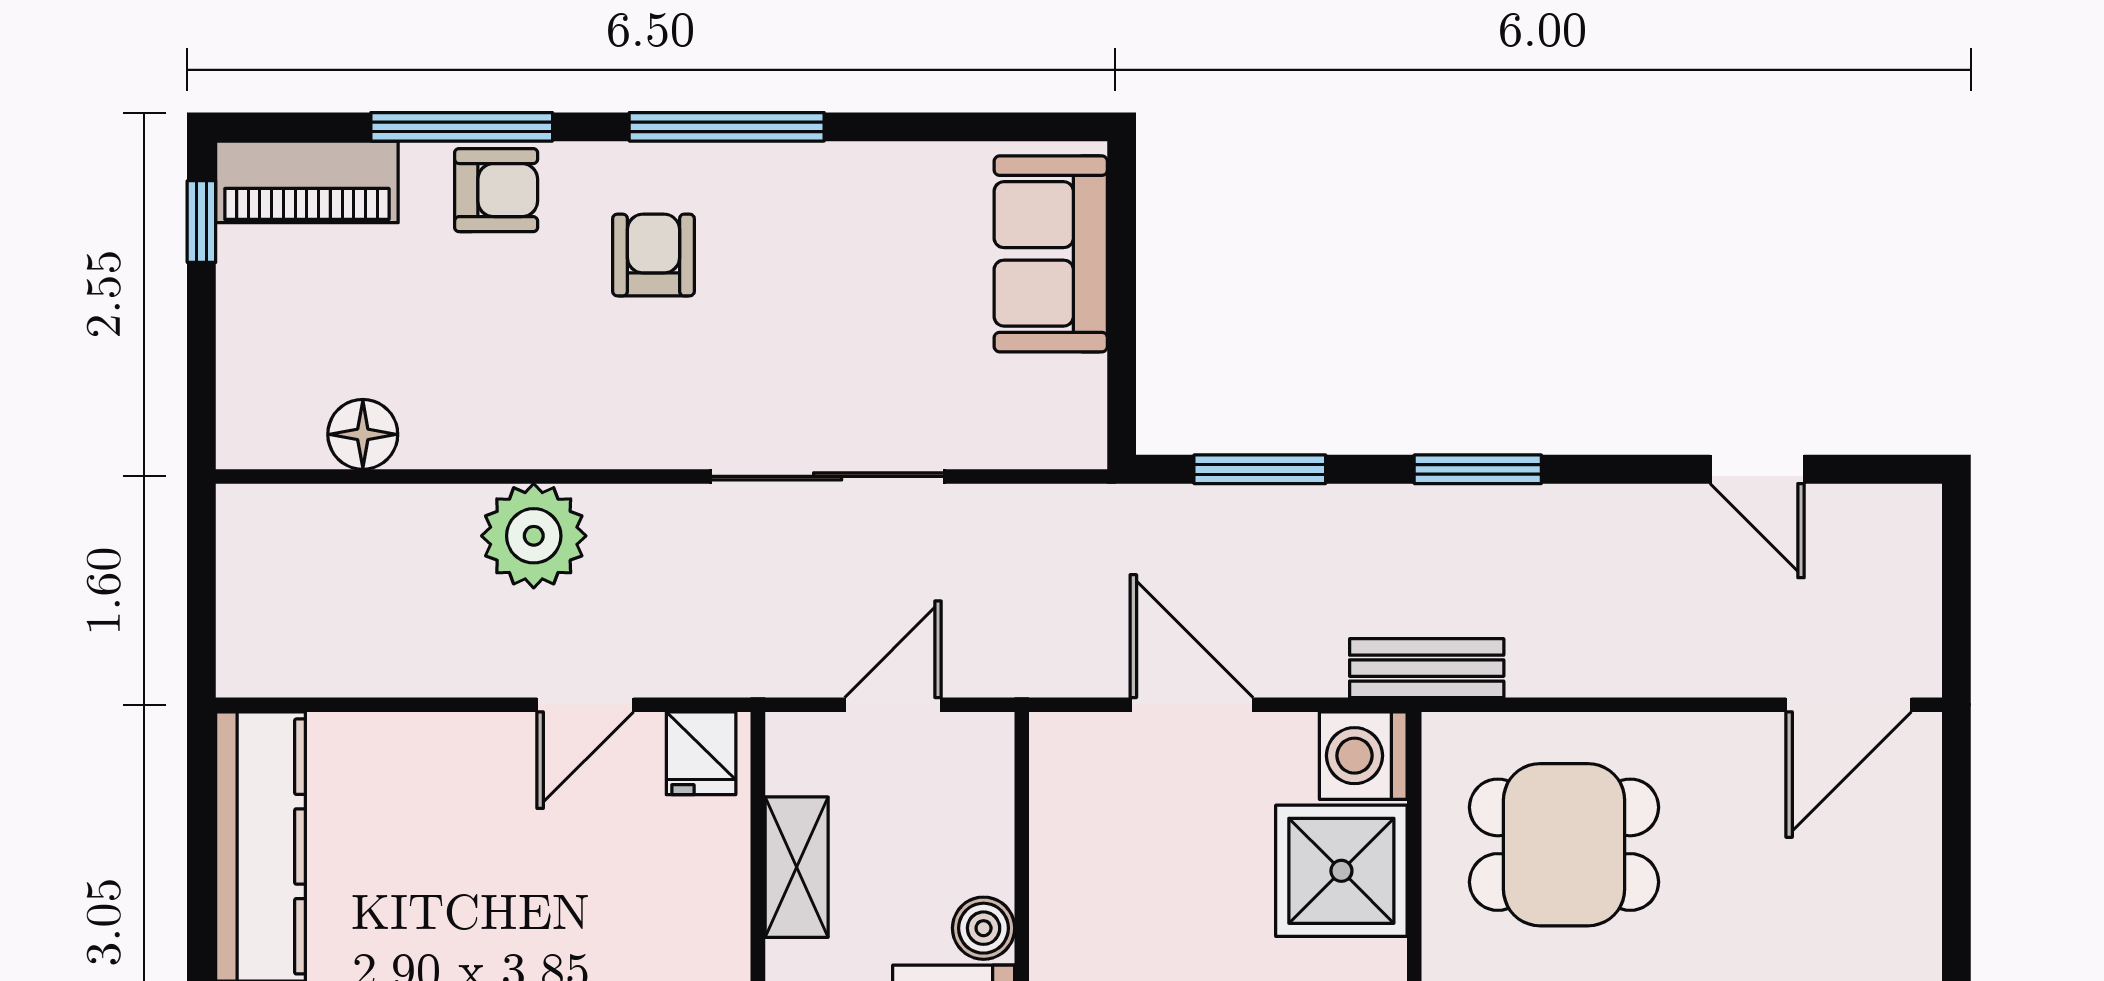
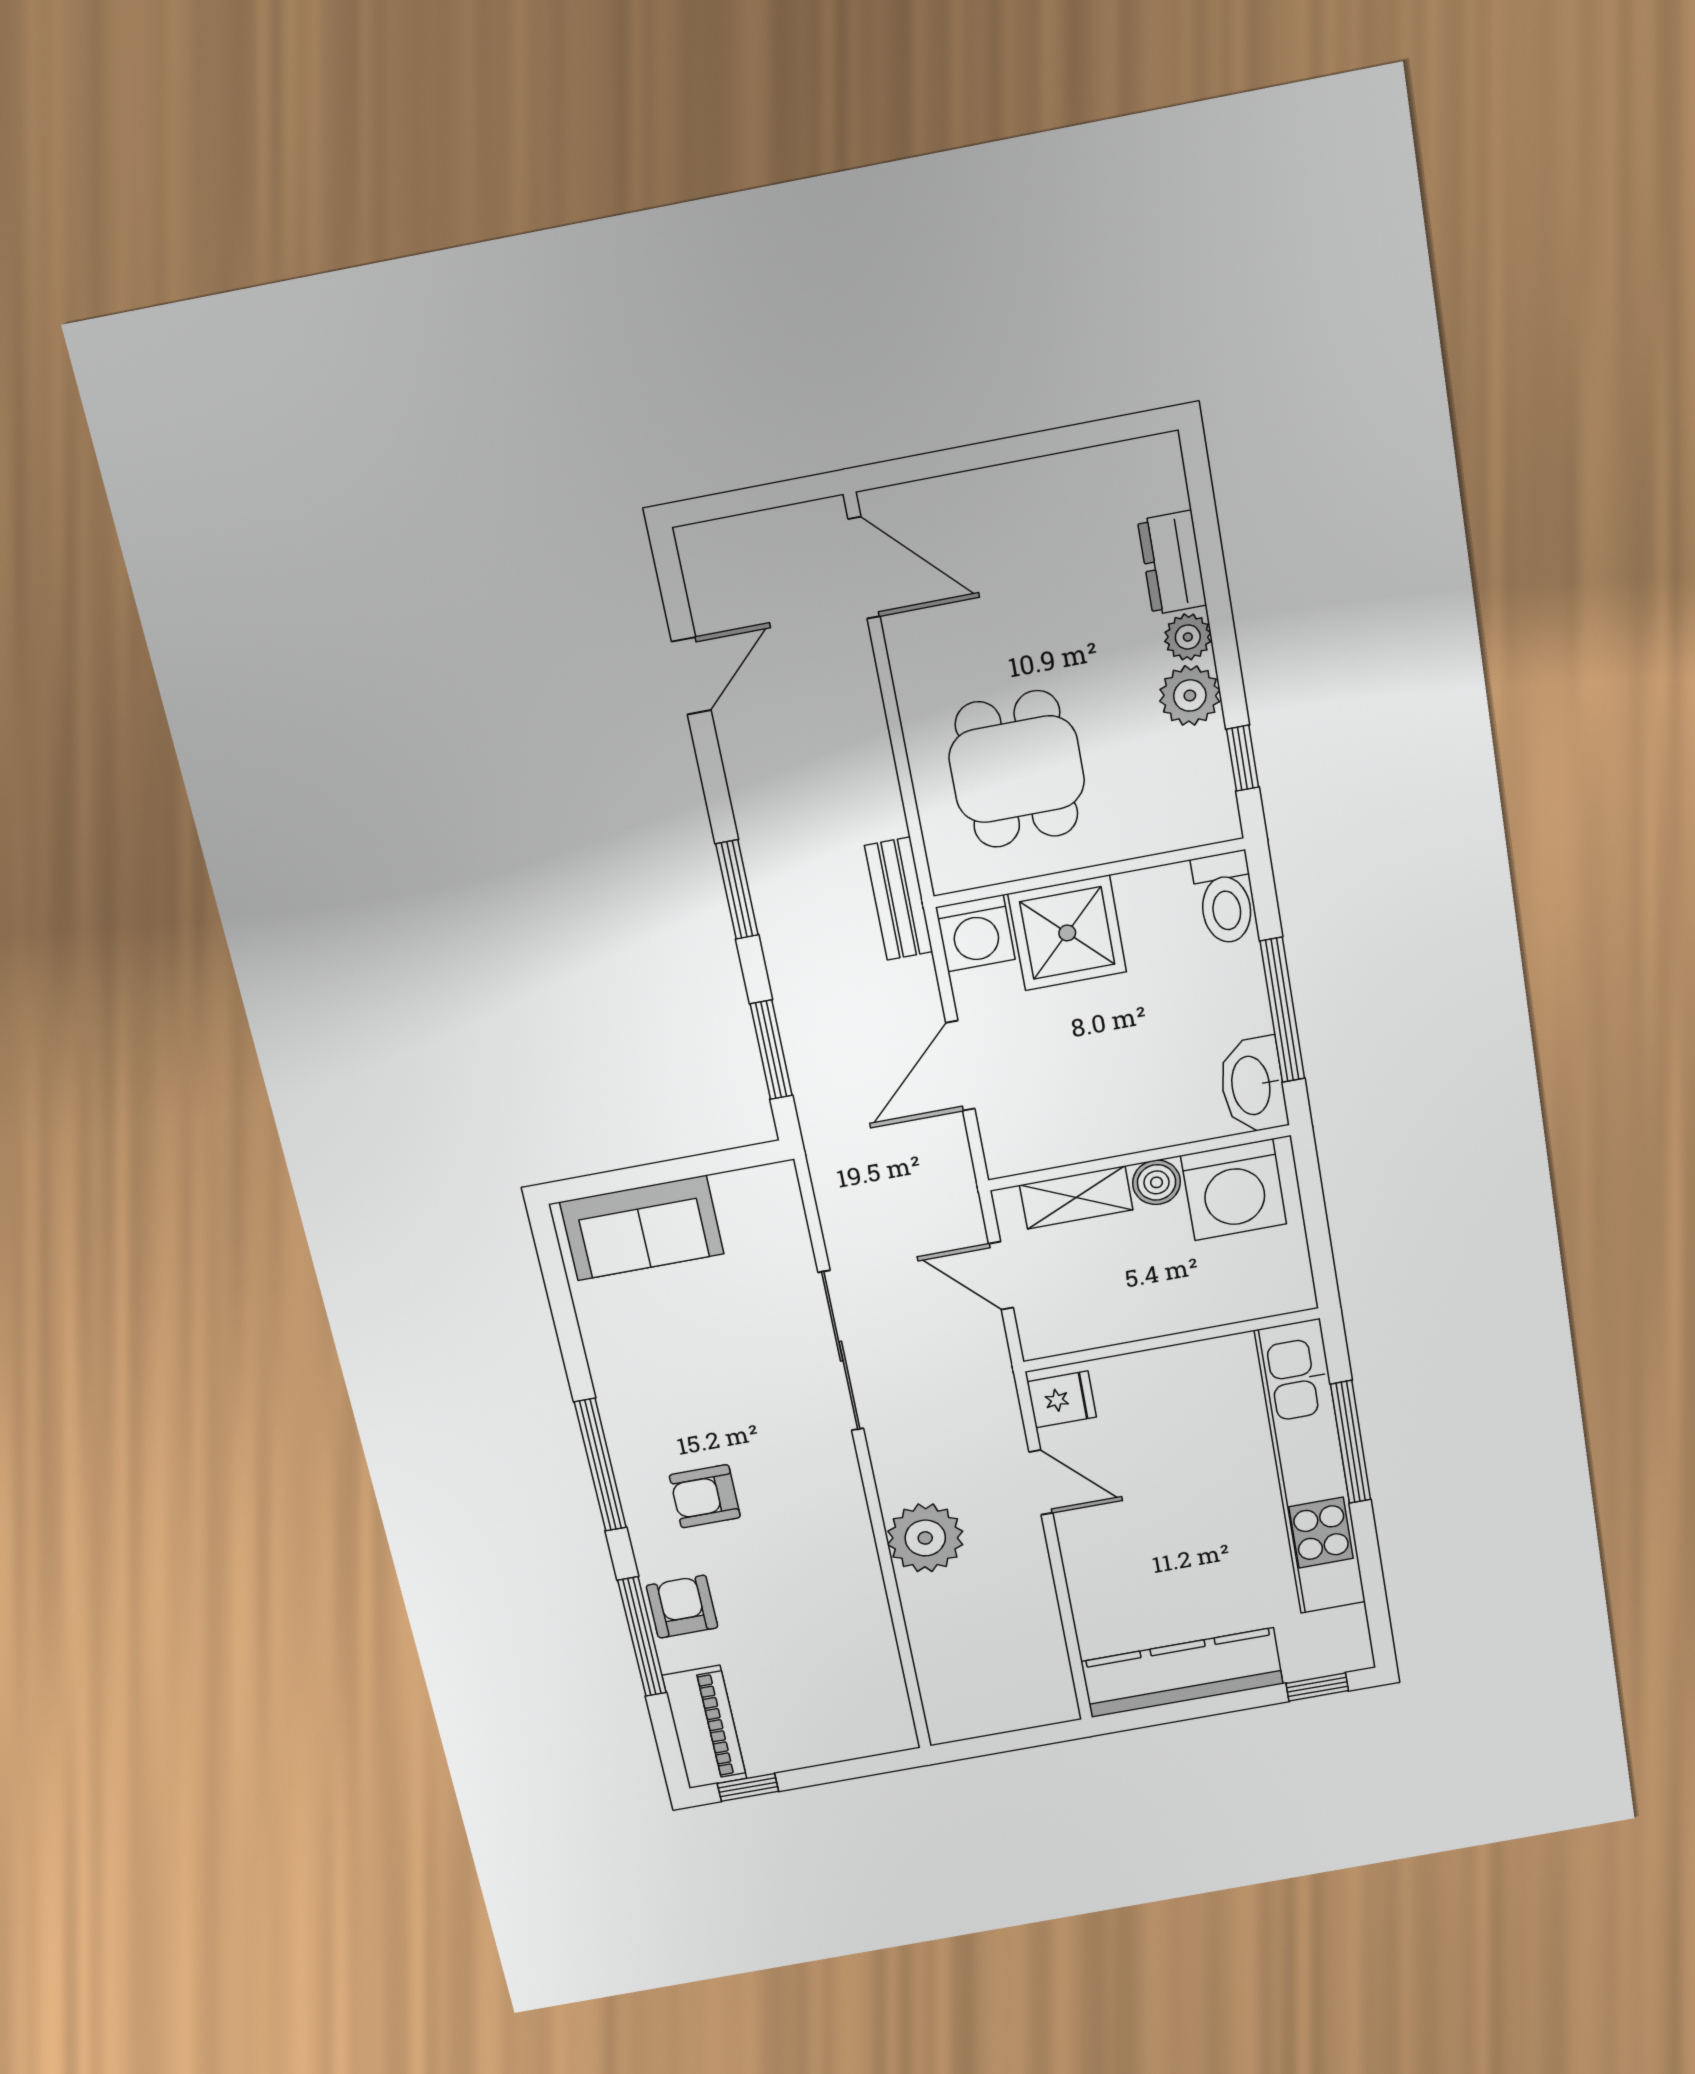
floor lamp: (363, 434) -> (876, 1660), removed
shelving: (797, 867) -> (1076, 1197), moved

